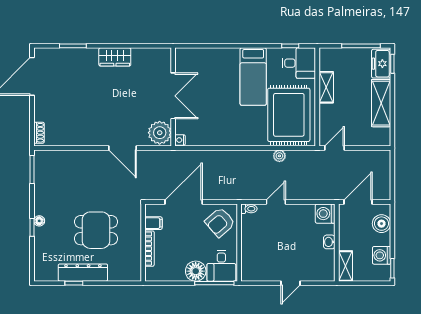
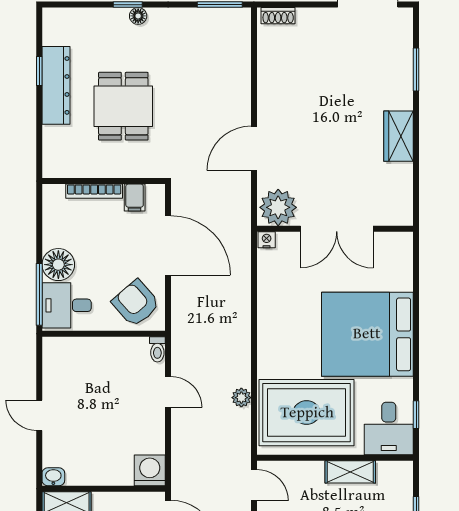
bed: (253, 77) -> (367, 334), width x2.04
washbasin: (329, 242) -> (53, 477), moved

